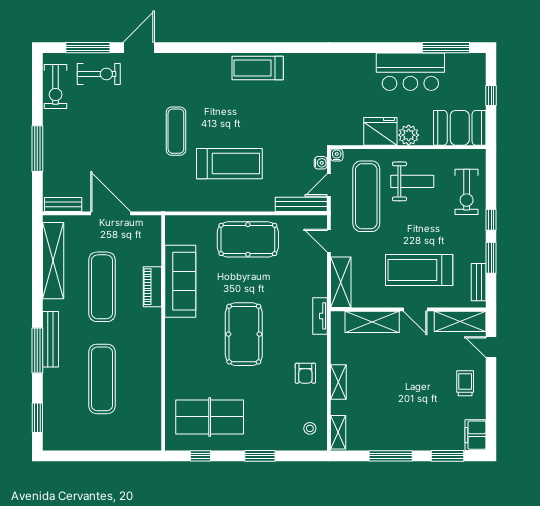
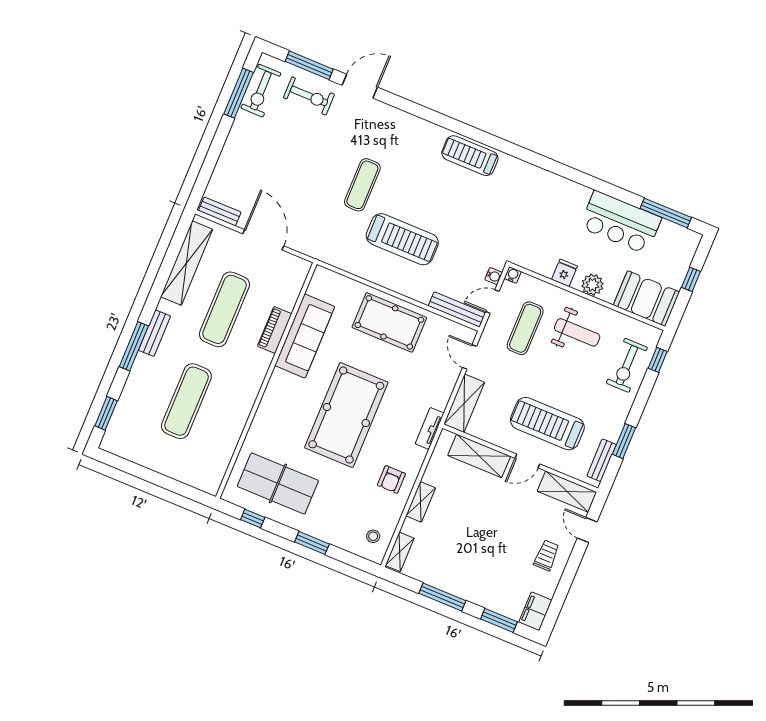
fridge: (380, 131) -> (565, 273), width x0.53, depth x0.75
window: (37, 149) -> (239, 93), moved
exercise mat: (366, 196) -> (525, 328), width x0.73, depth x0.69
window: (491, 220) -> (658, 360), moved
door: (415, 309) -> (527, 461), hinge flipped
pool table: (244, 334) -> (346, 415), width x1.36, depth x1.32
bench: (51, 339) -> (155, 333), width x0.73

